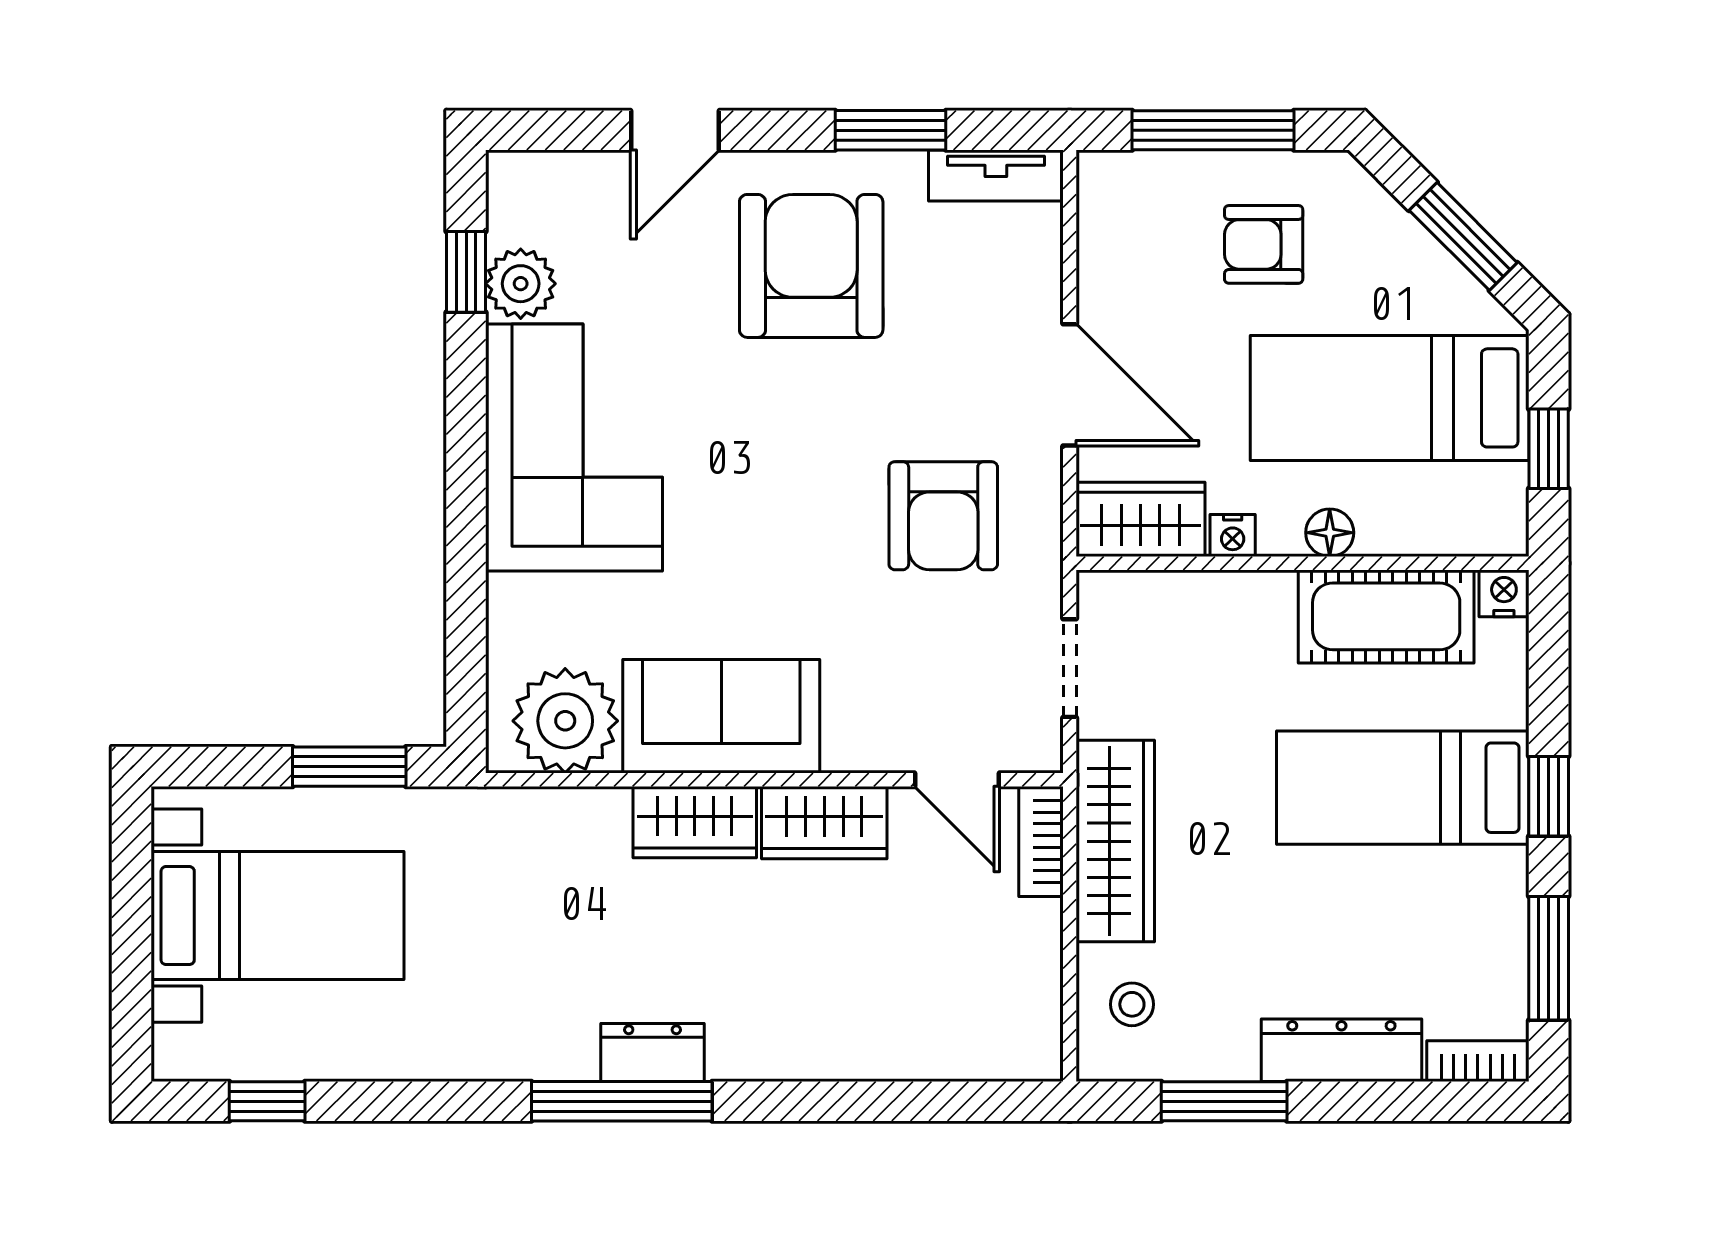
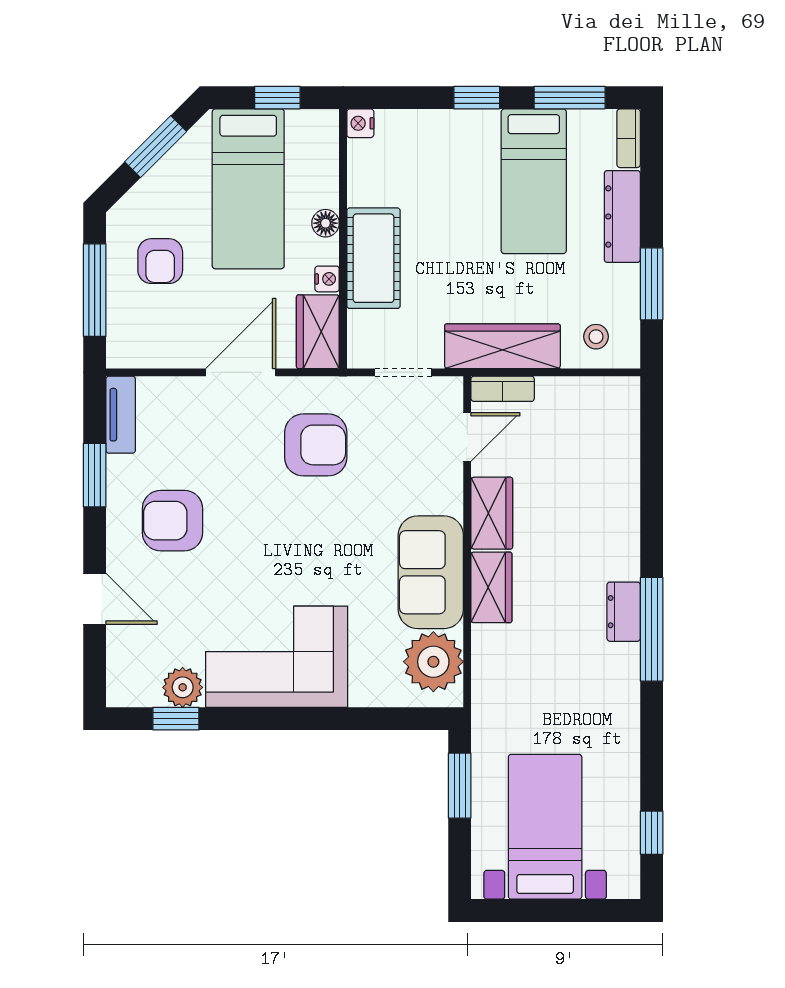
armchair: (811, 266) -> (172, 521), width x0.73, depth x0.73
cot: (1386, 616) -> (373, 258), moved
bed: (1403, 788) -> (534, 181), moved

